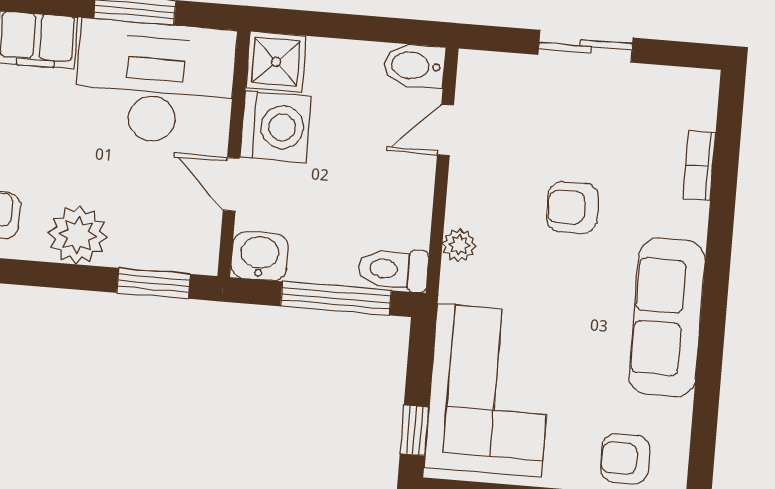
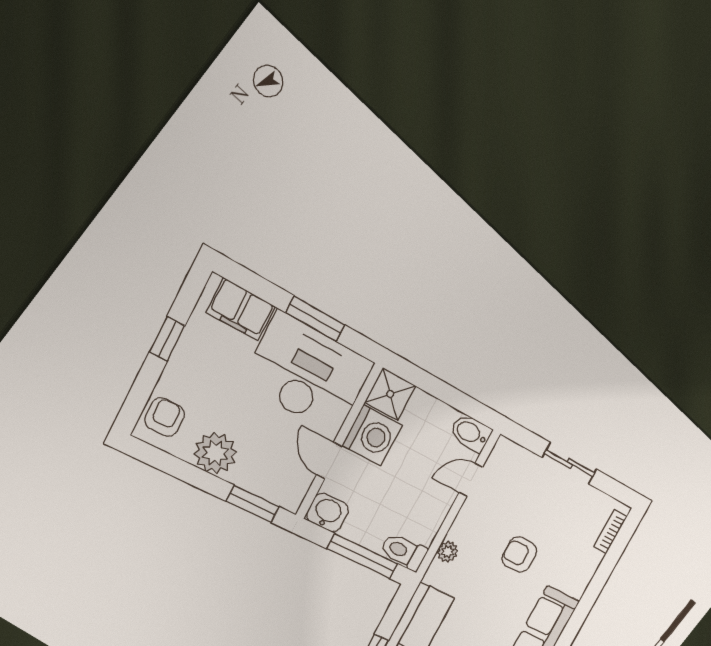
bookcase: (699, 165) -> (610, 532), moved

